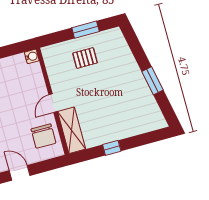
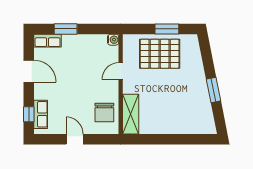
pallet: (85, 58) -> (160, 54), width x2.05, depth x2.00
door: (53, 103) -> (121, 71), moved
window: (112, 148) -> (162, 139), removed

